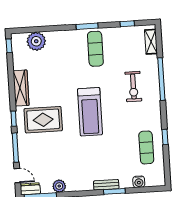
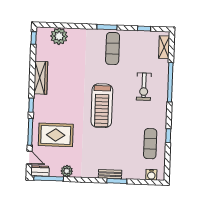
rug: (43, 120) -> (56, 135), moved
water cooler: (139, 182) -> (151, 175), moved

